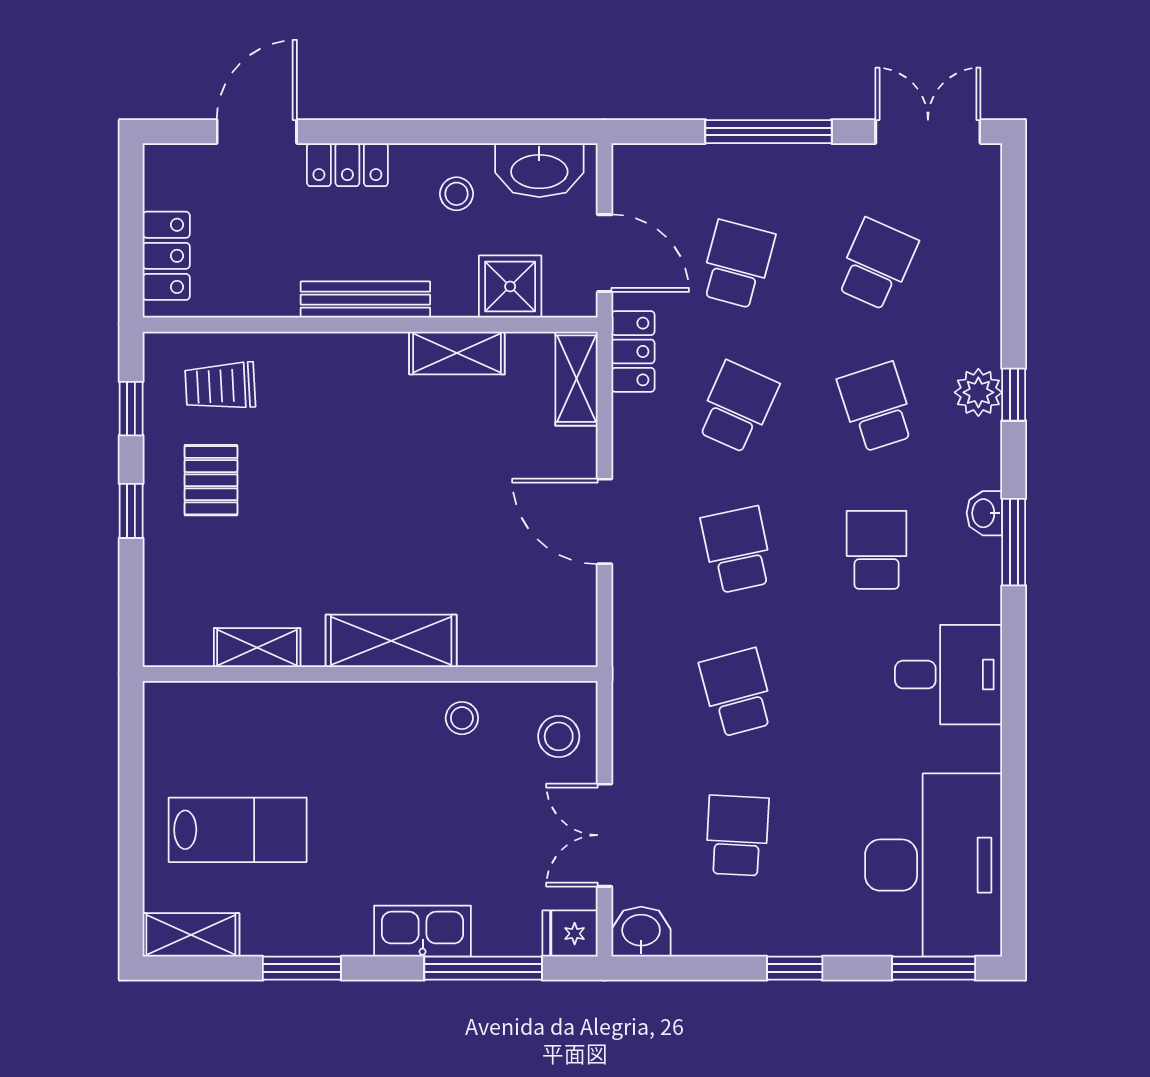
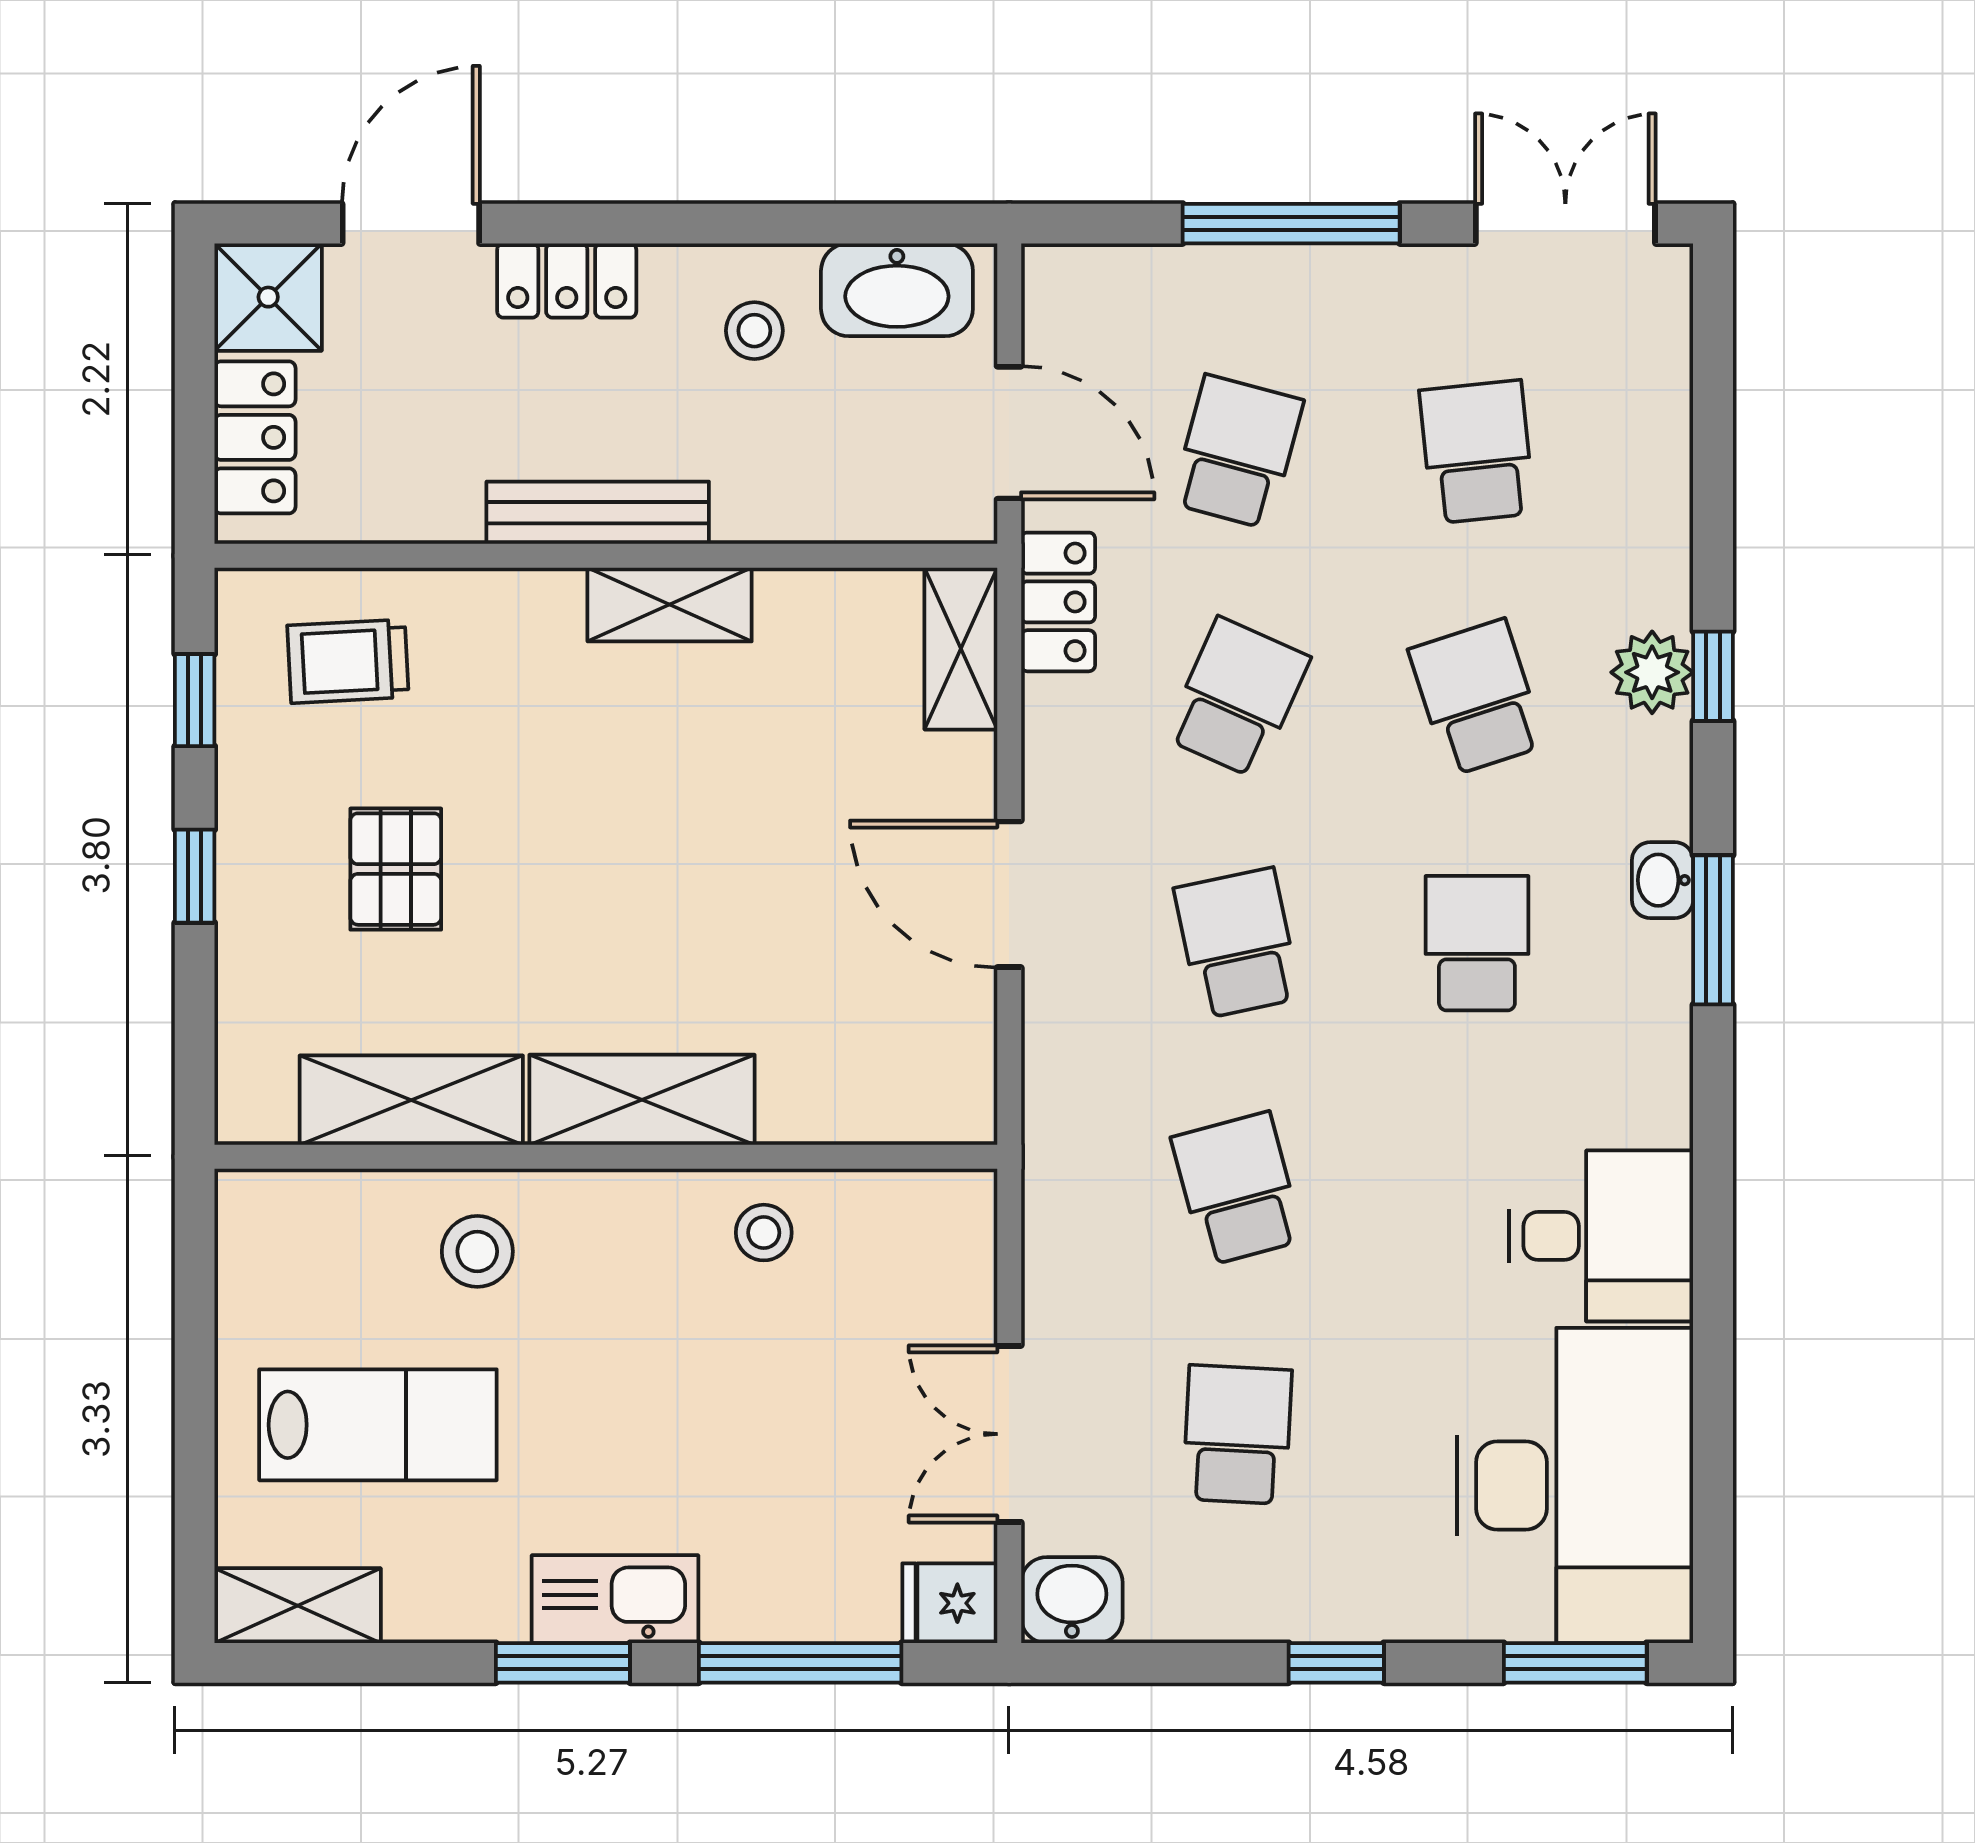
school desk: (877, 264) -> (1477, 452), turned -30
shower: (510, 286) -> (268, 297), moved
shelving: (457, 353) -> (670, 605), moved
pallet: (211, 480) -> (396, 869), moved
shelving: (257, 648) -> (411, 1100), width x1.50, depth x1.33
desk: (949, 675) -> (1601, 1236), moved
stool: (559, 736) -> (477, 1251), moved
kitchen sink: (423, 931) -> (615, 1599), moved
window: (302, 968) -> (563, 1663), moved

